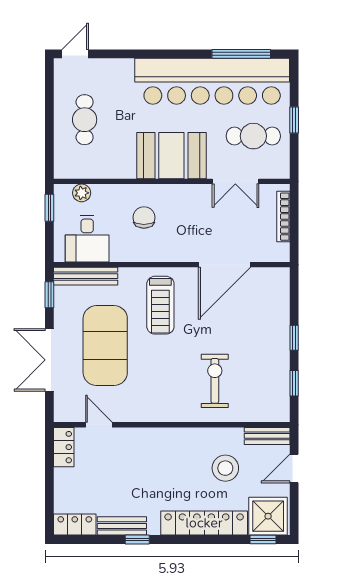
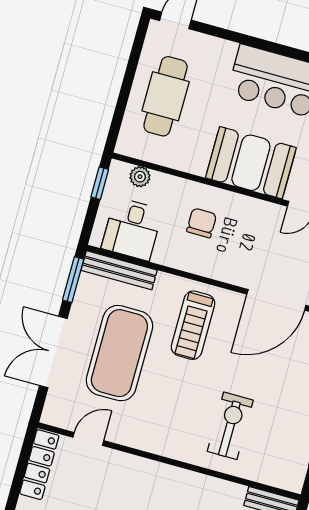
cafe table: (85, 120) -> (166, 96), width x1.37, depth x1.35
window: (49, 295) -> (73, 280), width x1.50
door: (99, 425) -> (88, 439), hinge flipped
locker: (64, 447) -> (39, 465), width x1.53

